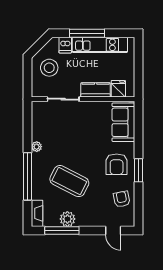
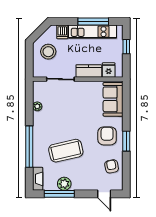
window: (87, 33) -> (93, 21), moved
window: (139, 62) -> (126, 47), added
plant: (37, 147) -> (37, 106), moved
armchair: (117, 164) -> (107, 136), turned 180
coffee table: (69, 181) -> (66, 151), turned -40

